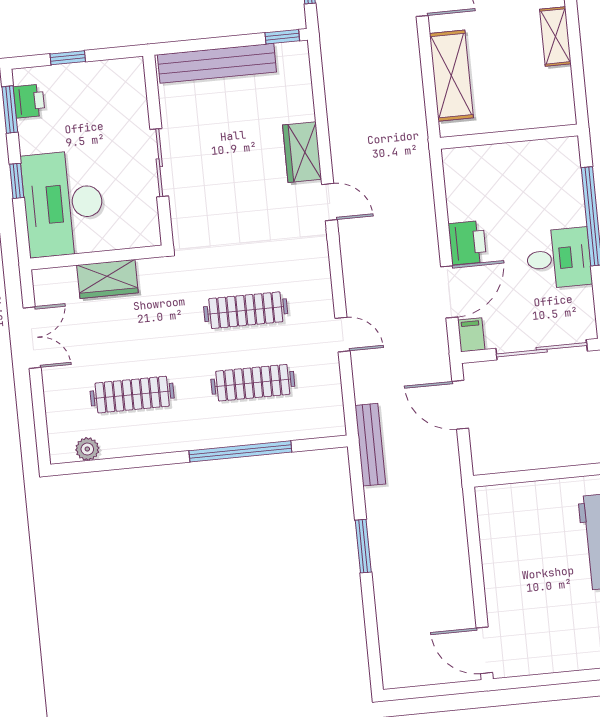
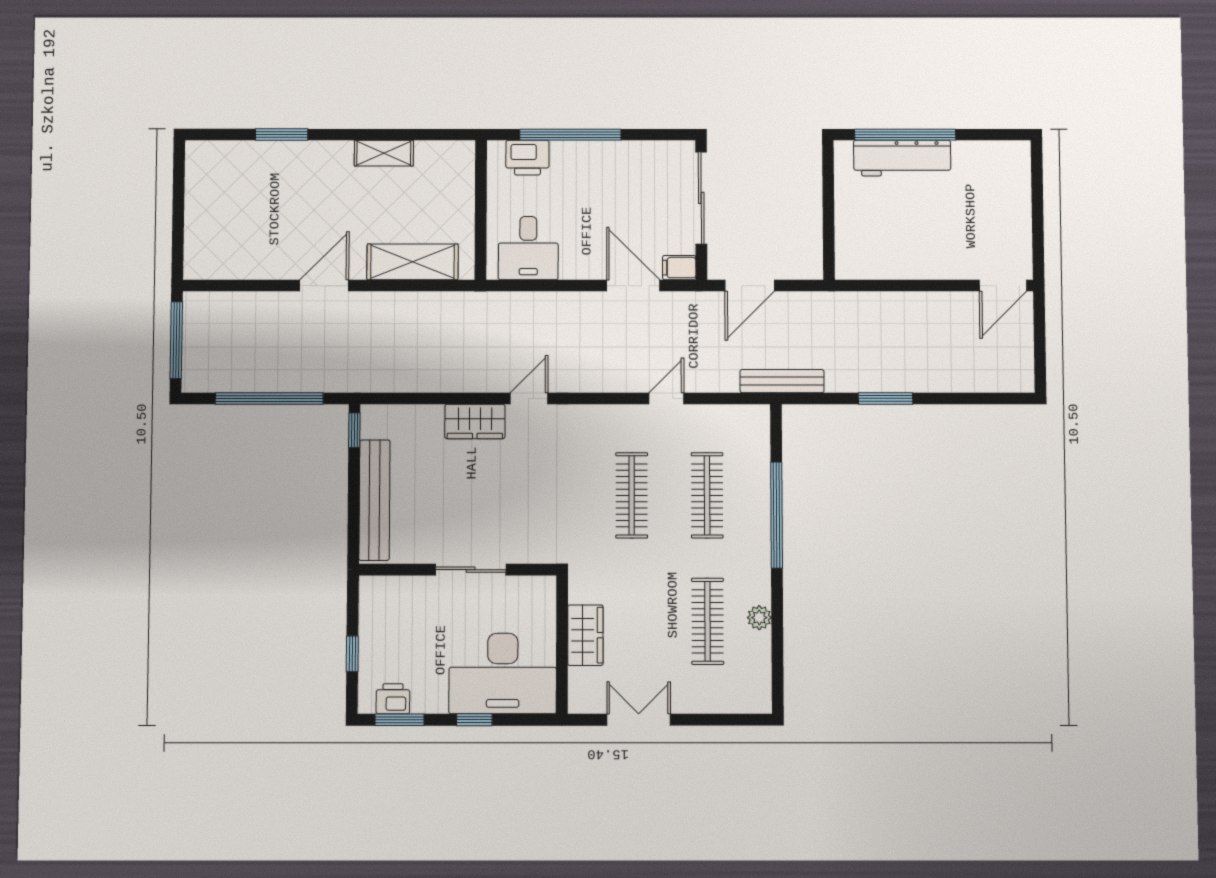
printer: (467, 243) -> (527, 158), moved, turned 180
desk: (559, 258) -> (528, 248), moved, turned 180
plant: (87, 449) -> (759, 618), moved

